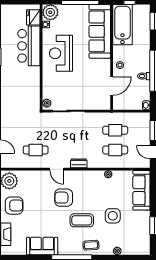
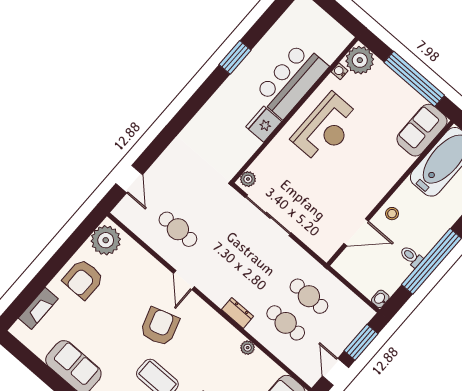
fridge: (33, 17) -> (264, 124), moved
sofa: (100, 31) -> (422, 130), width x0.54, depth x0.79
reception desk: (61, 53) -> (326, 128), turned 180
dresser: (79, 163) -> (237, 313), moved
armchair: (64, 198) -> (160, 327), turned 72
armchair: (14, 206) -> (83, 279), turned 90

